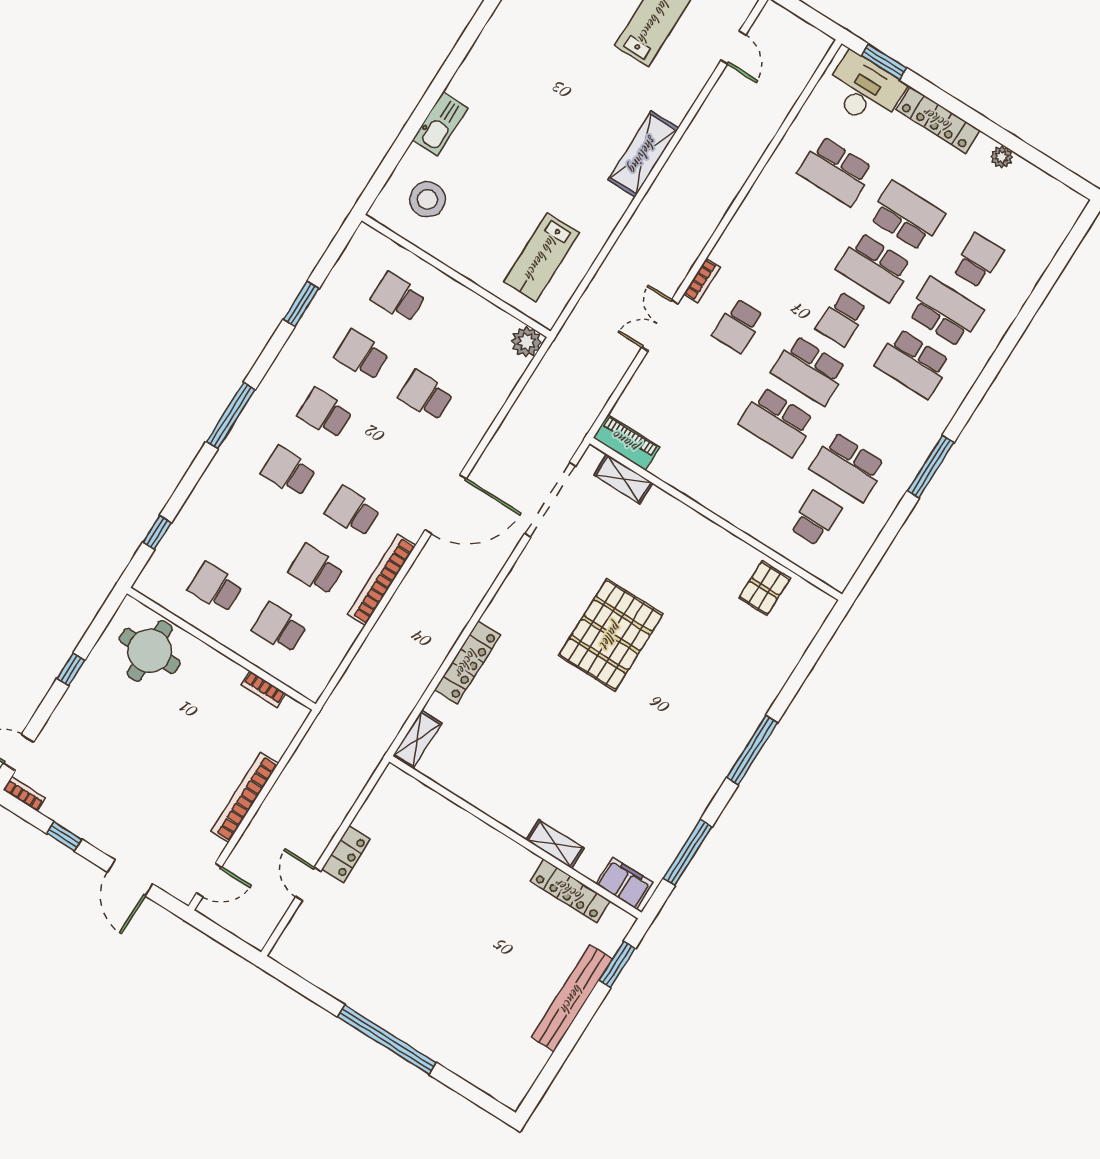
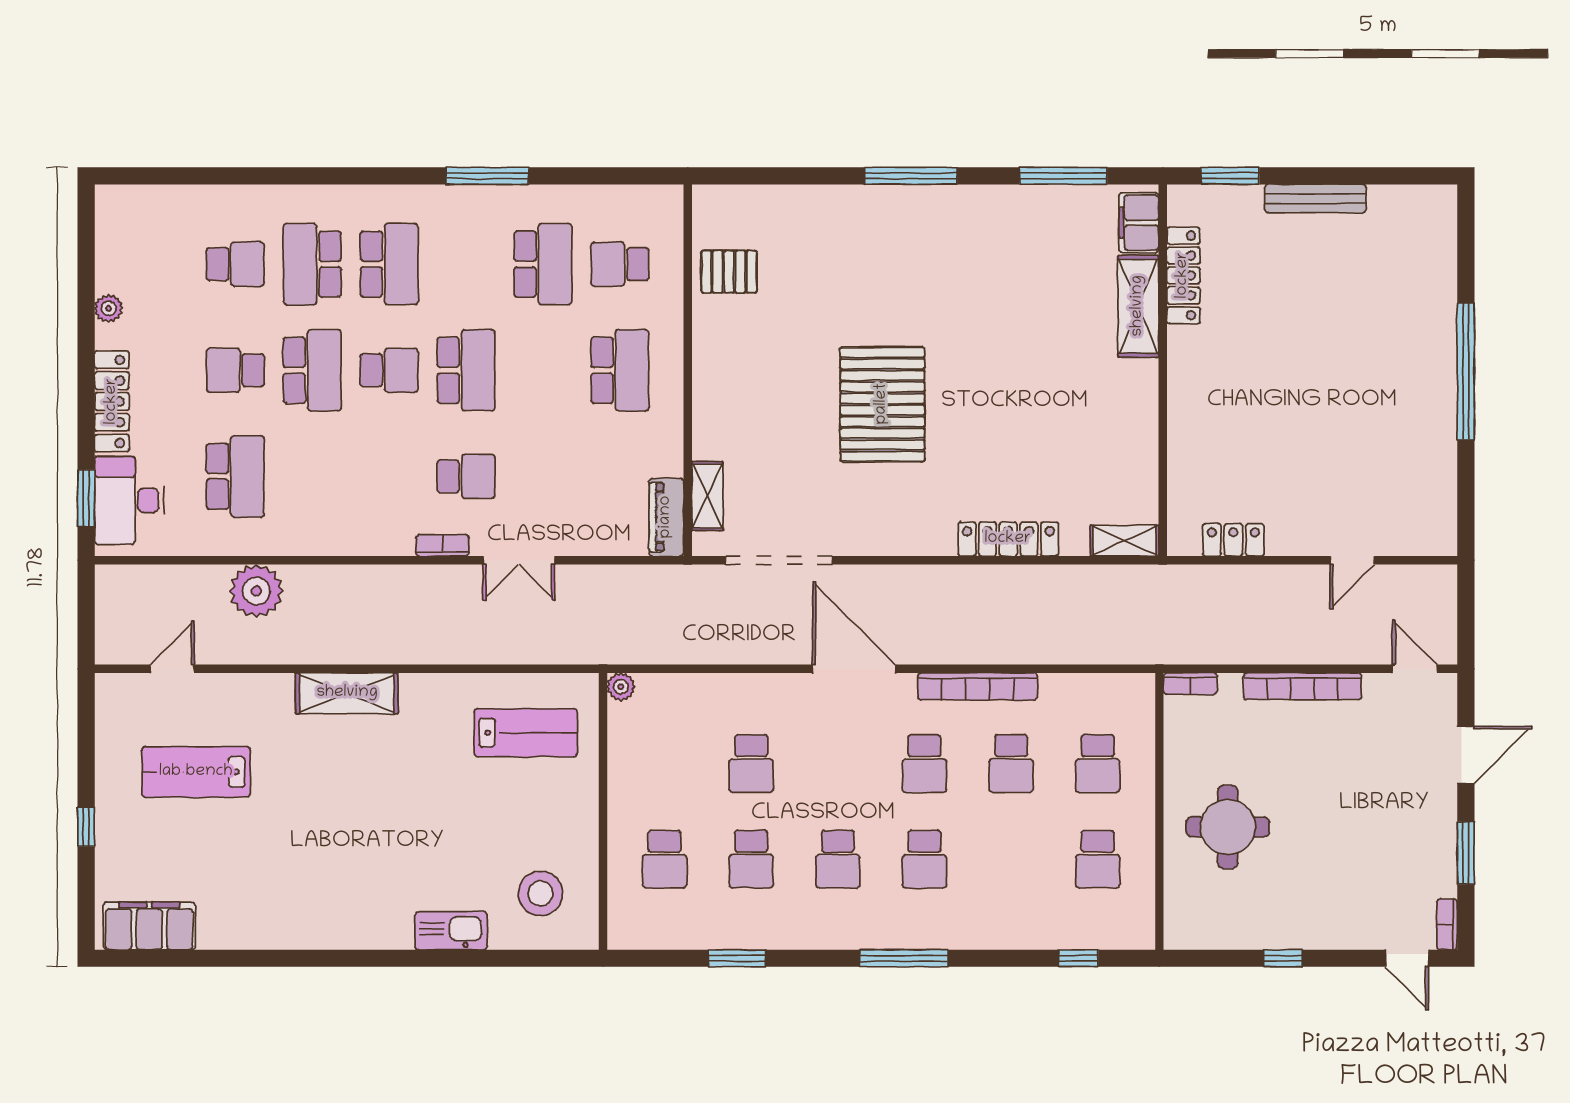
plant: (750, 137) -> (256, 591), added
school desk: (907, 216) -> (235, 370), width x0.54
school desk: (978, 261) -> (235, 264), turned 180
plant: (526, 342) -> (621, 687), width x0.73, depth x0.73
school desk: (777, 422) -> (620, 370), moved
pallet: (611, 635) -> (882, 404), turned 90
round table: (150, 651) -> (1228, 827), moved
bookcase: (264, 689) -> (1190, 684), moved, turned 90
window: (64, 836) -> (1466, 853), width x1.50
shelving: (555, 844) -> (1138, 306), width x1.50, depth x1.33
locker: (346, 854) -> (1233, 540), moved
bench: (572, 998) -> (1315, 198), width x0.73, depth x0.82

